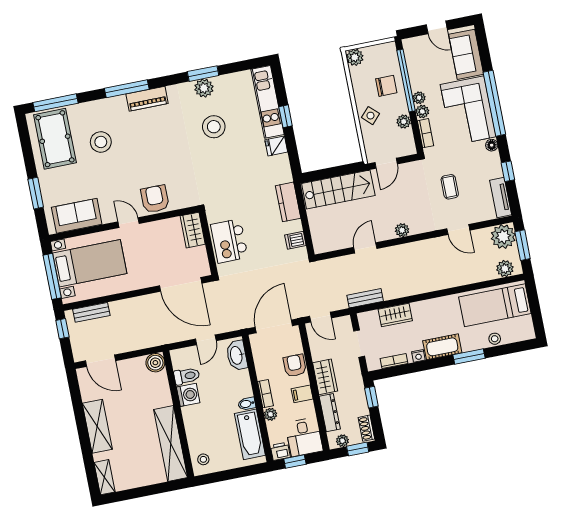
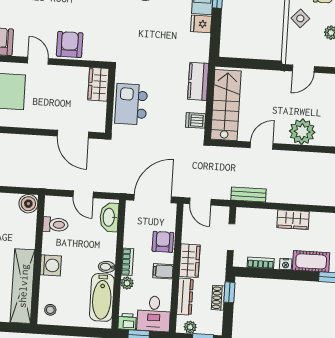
stairs: (338, 189) -> (226, 105), moved, turned -90
plant: (402, 230) -> (302, 132), width x1.88, depth x1.88
door: (181, 284) -> (73, 134), width x0.73
wardrobe: (395, 315) -> (293, 220), moved
door: (206, 340) -> (83, 194), hinge flipped
washing machine: (188, 395) -> (51, 265), moved
shoe rack: (366, 428) -> (218, 298), moved

